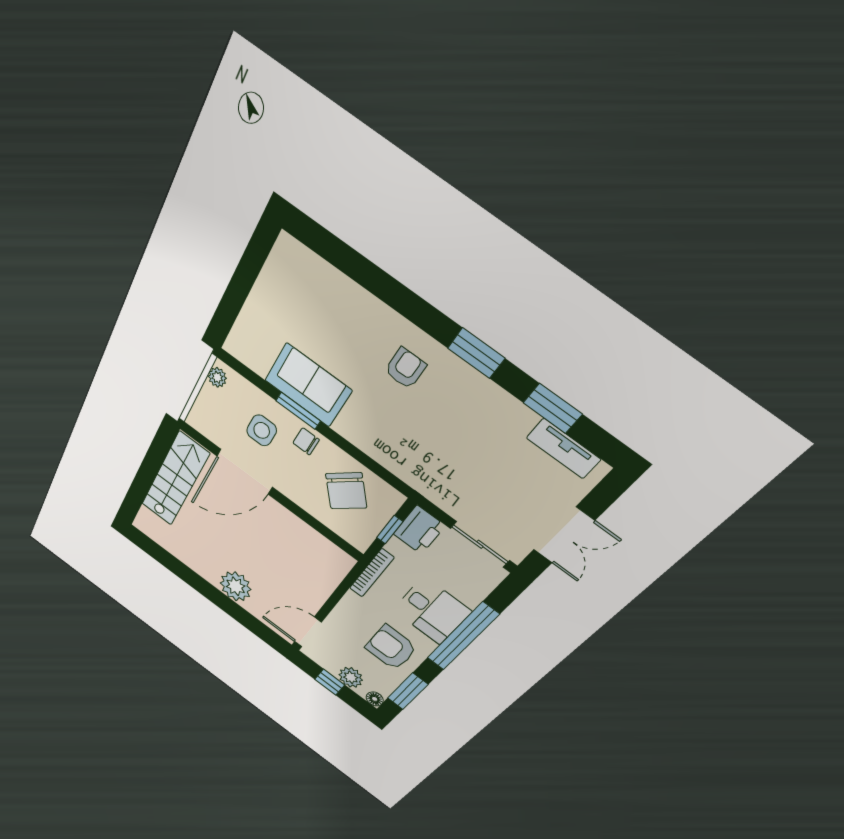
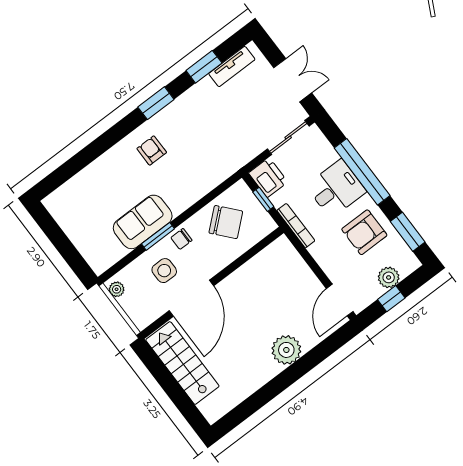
floor lamp: (375, 699) -> (412, 263), removed

